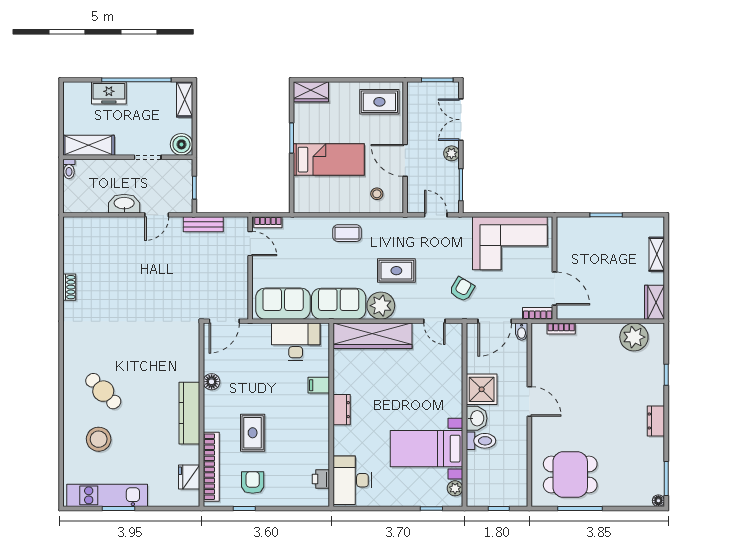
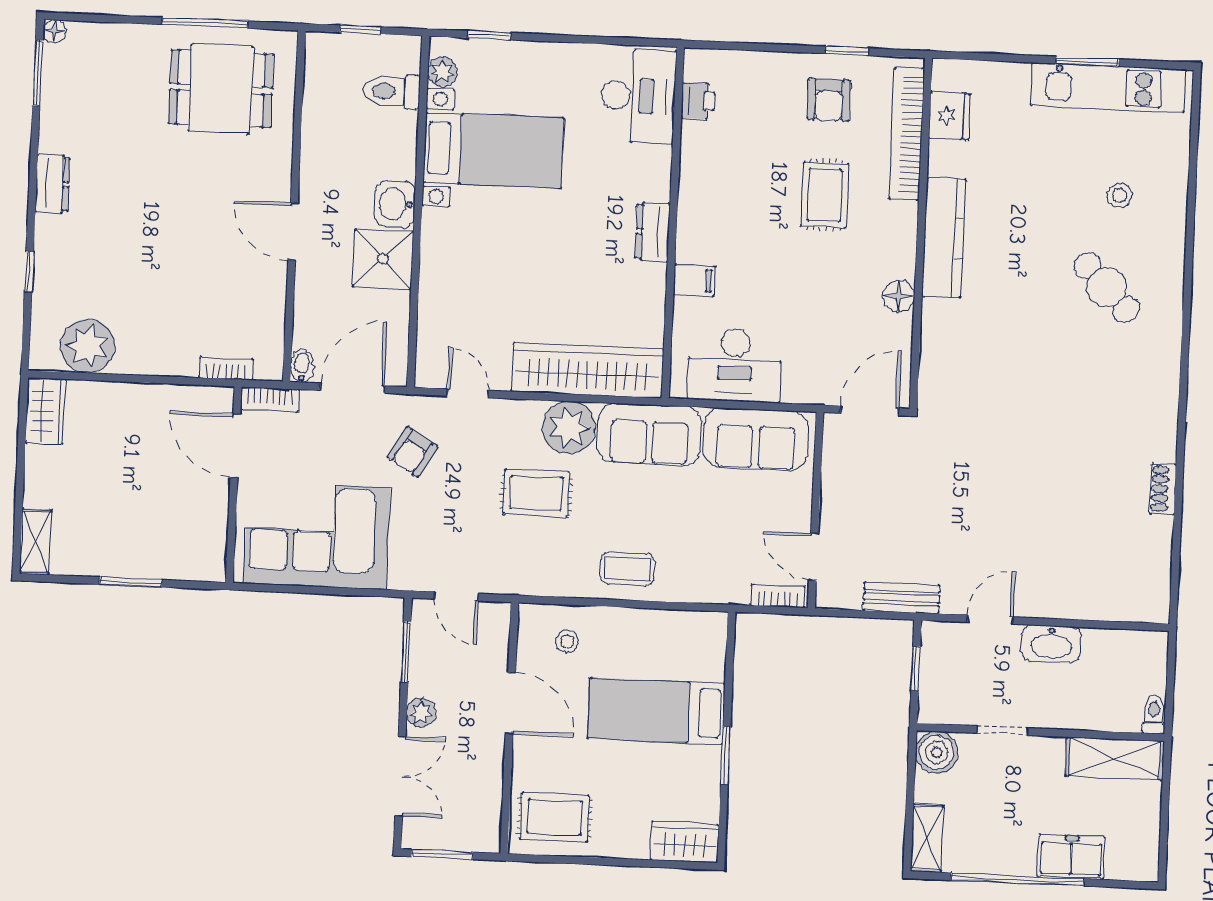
shelving: (657, 254) -> (35, 542), moved
stool: (99, 439) -> (1120, 196), width x0.53, depth x0.53
toilet: (481, 441) -> (392, 91), moved

